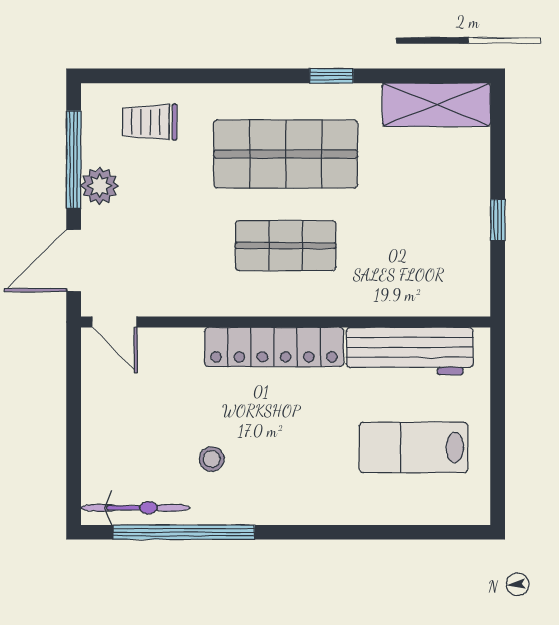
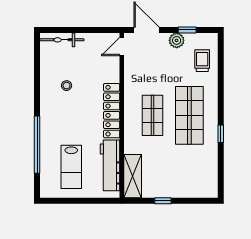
shelving: (436, 105) -> (133, 176), moved
window: (74, 160) -> (187, 30), width x0.46
lab bench: (414, 447) -> (71, 167), turned 180
bicycle: (135, 508) -> (62, 40), moved, turned 90
window: (184, 532) -> (37, 145), moved

